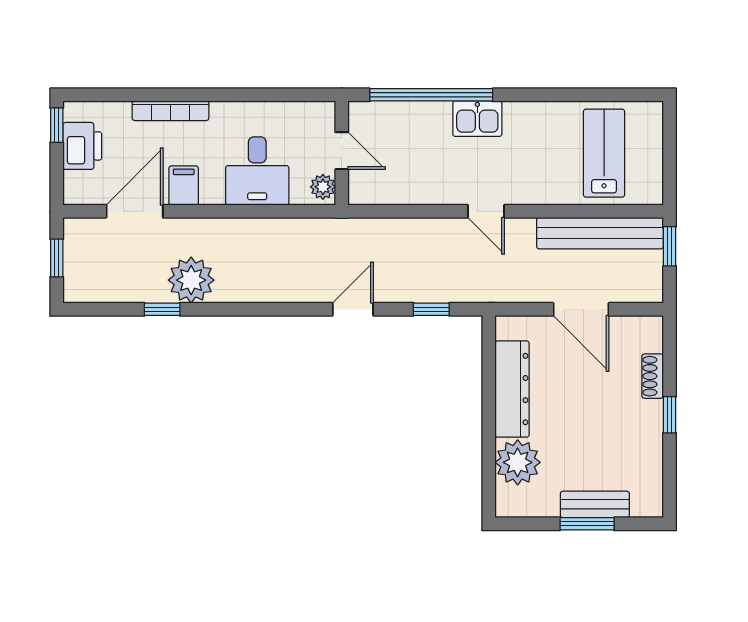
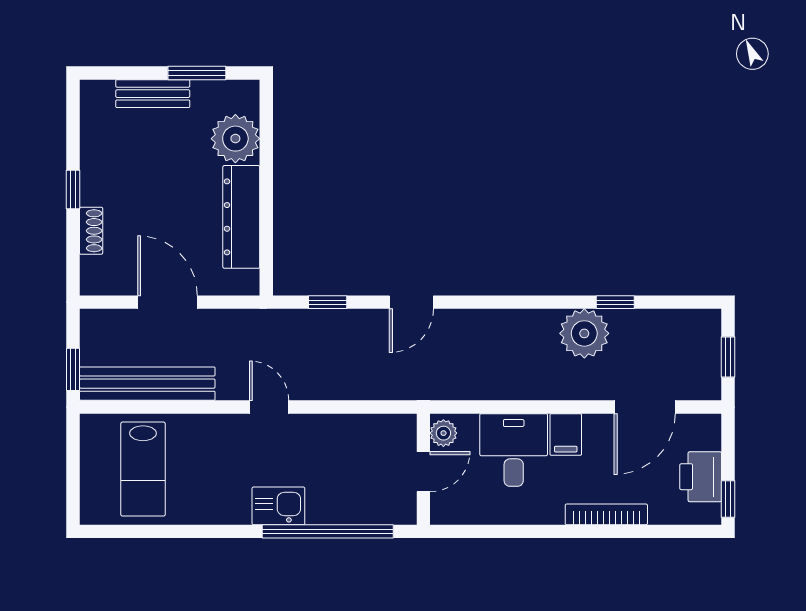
door: (342, 151) -> (423, 472), swing flipped
filing cabinet: (184, 185) -> (566, 434), moved
window: (587, 524) -> (197, 73), moved

